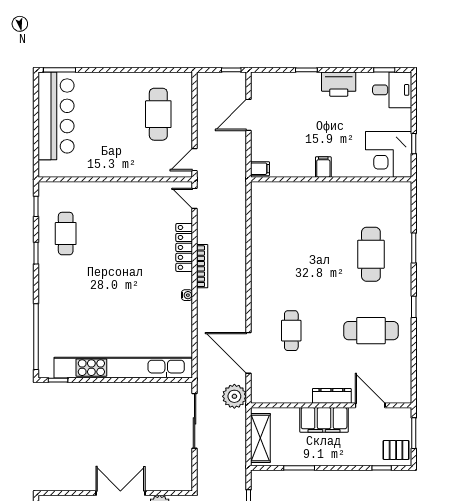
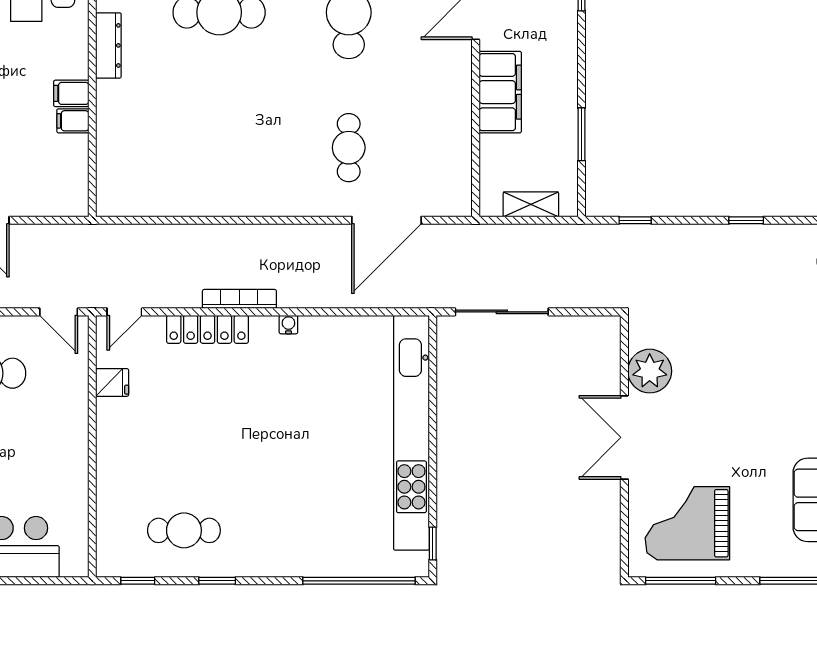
filing cabinet: (260, 169) -> (73, 121), moved, turned -90
fridge: (153, 191) -> (112, 382), added
cafe table: (291, 331) -> (349, 148), turned 90
plant: (234, 396) -> (460, 244), removed
dresser: (332, 396) -> (108, 45), moved, turned 180
shelving: (260, 438) -> (531, 204), width x0.67, depth x0.75

